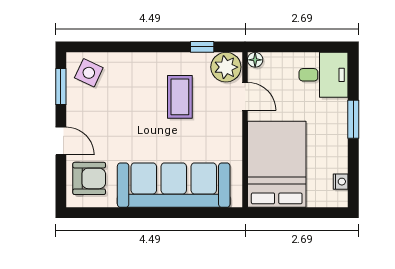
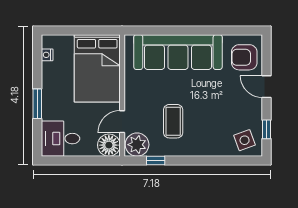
floor lamp: (255, 60) -> (109, 145), width x1.89, depth x1.89
side table: (89, 73) -> (245, 140), turned 45
window: (61, 87) -> (266, 129), width x0.67
door: (245, 96) -> (122, 122), hinge flipped

